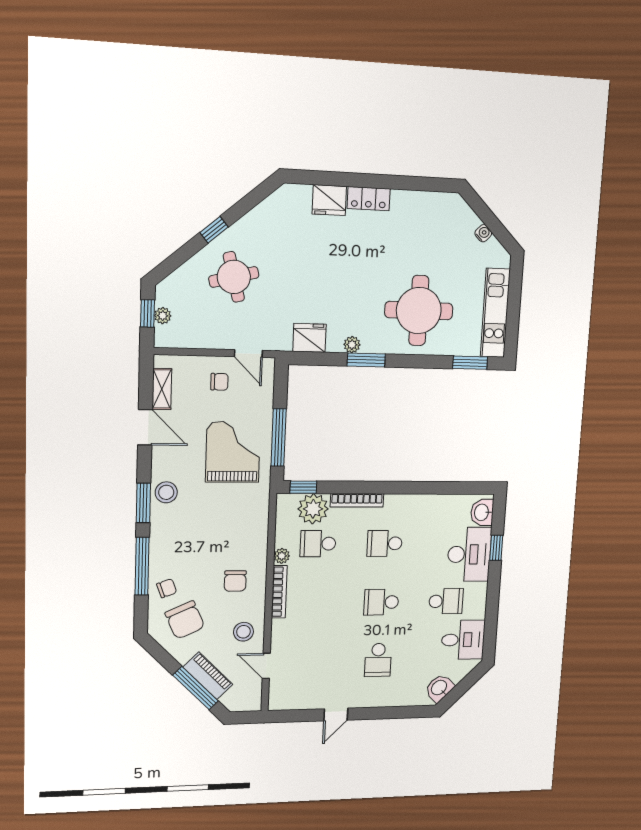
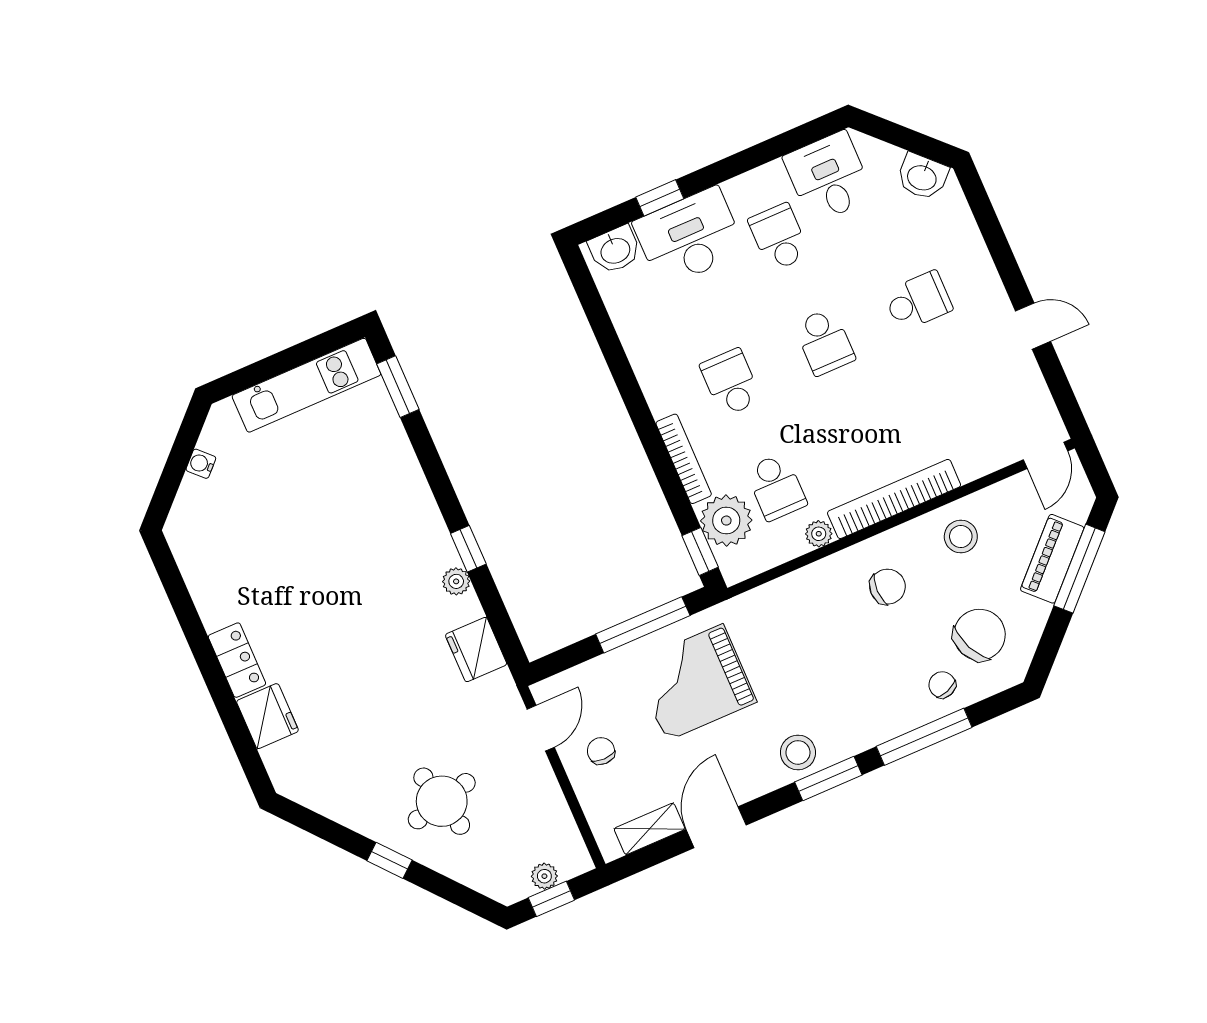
round table: (419, 311) -> (359, 505), removed
window: (366, 360) -> (468, 549), width x0.67
school desk: (385, 543) -> (731, 382), turned 180
bookcase: (279, 592) -> (894, 499), width x1.48, depth x1.31
door: (266, 666) -> (1046, 455), moved

